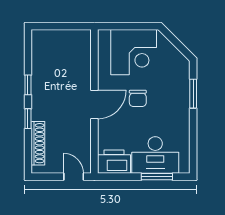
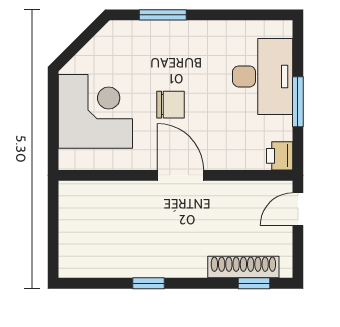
window: (28, 119) -> (254, 283), moved
printer: (114, 162) -> (280, 156), width x0.53, depth x0.68
window: (157, 177) -> (298, 102), moved

